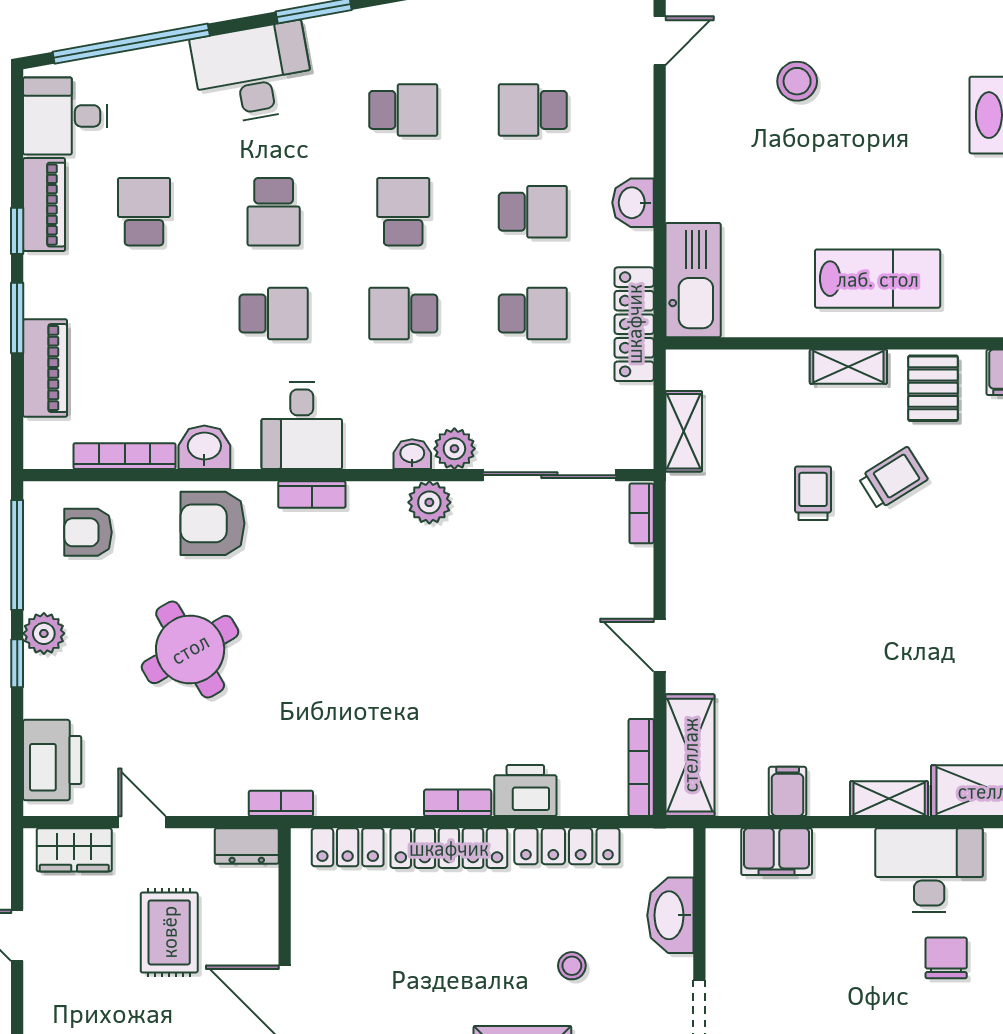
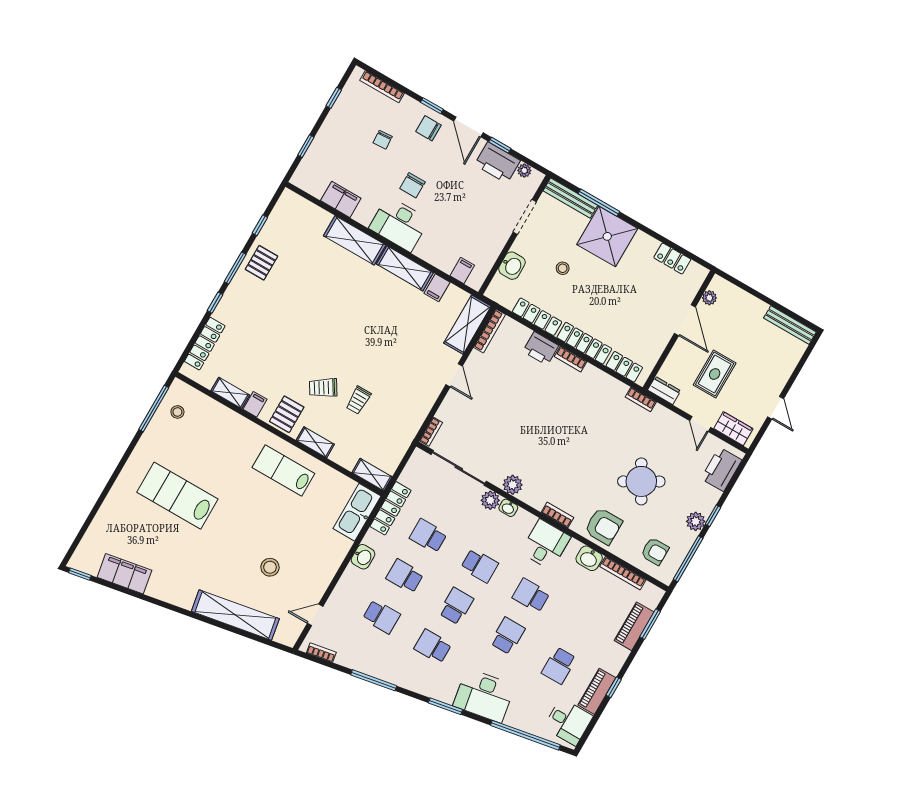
school desk: (403, 212) -> (456, 606), turned 180
window: (17, 318) -> (650, 624), moved
shelving: (684, 431) -> (372, 475), moved, turned 90
shelving: (889, 799) -> (405, 268), width x1.50, depth x1.33
filing cabinet: (777, 852) -> (462, 270), width x0.50
washbasin: (670, 915) -> (512, 266), width x0.72

